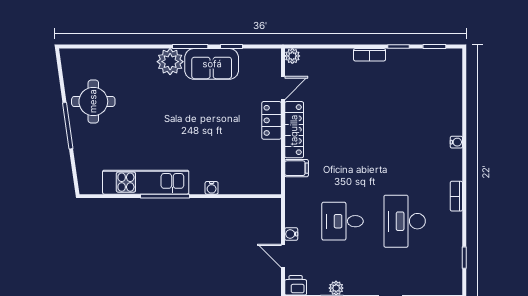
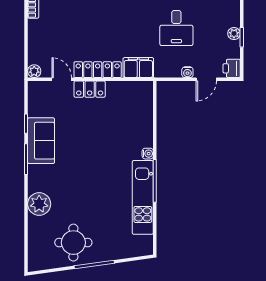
plant: (170, 62) -> (39, 204), moved
filing cabinet: (297, 168) -> (138, 68), width x2.00
water cooler: (212, 188) -> (148, 154), moved

